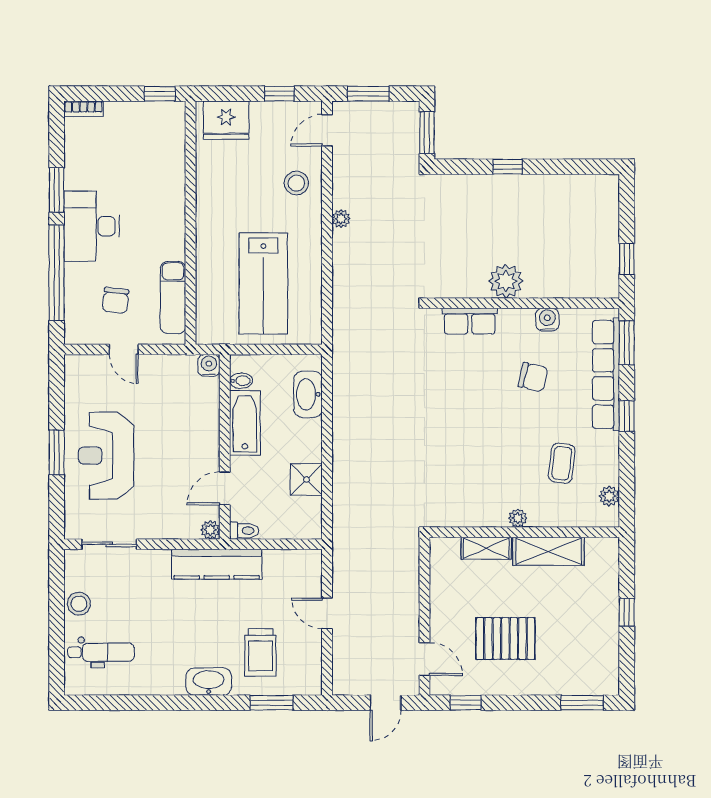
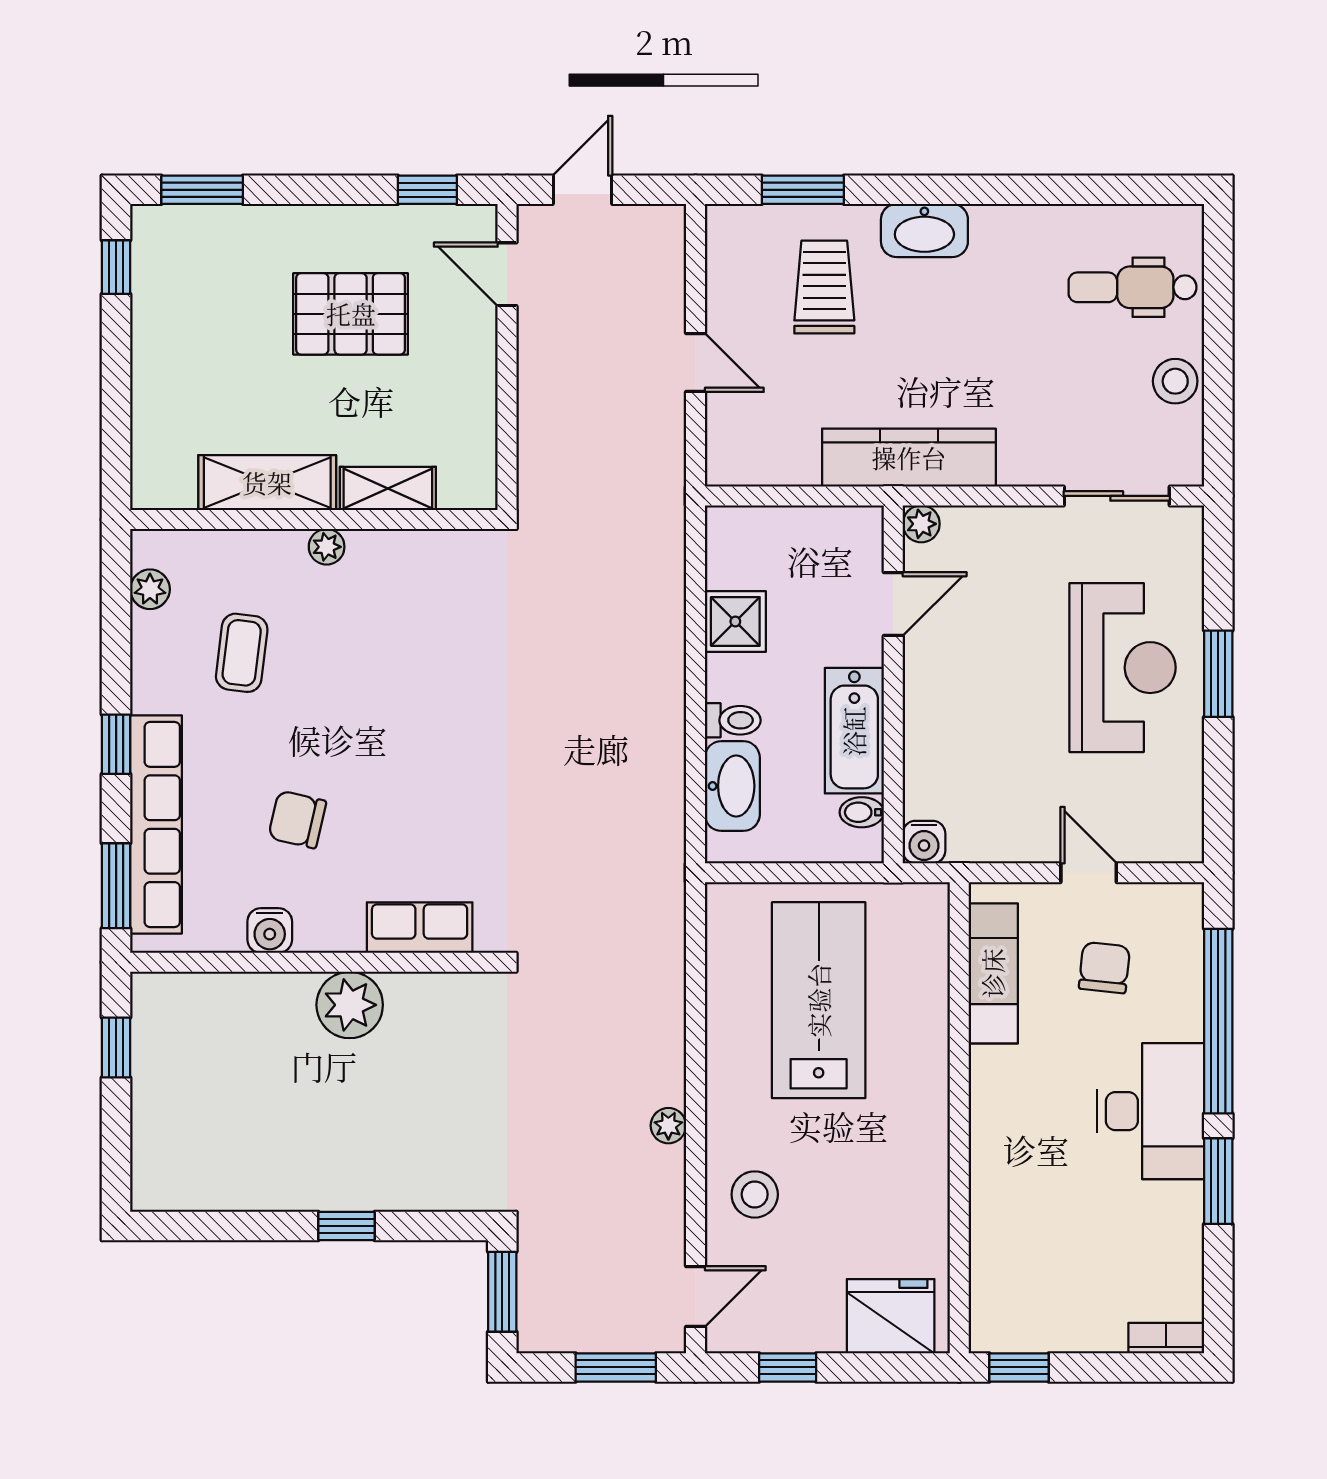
toilet: (244, 531) -> (733, 720), moved, turned 180
window: (627, 612) -> (116, 267), moved

